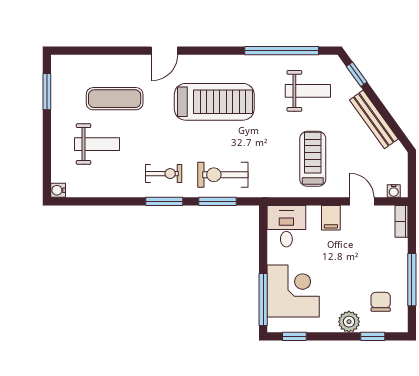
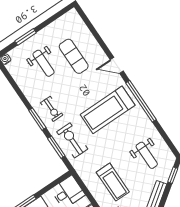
window: (282, 51) -> (141, 101), moved
window: (47, 92) -> (26, 37), moved
treadmill: (214, 102) -> (108, 110), turned 90
treadmill: (313, 159) -> (113, 182), turned 90

